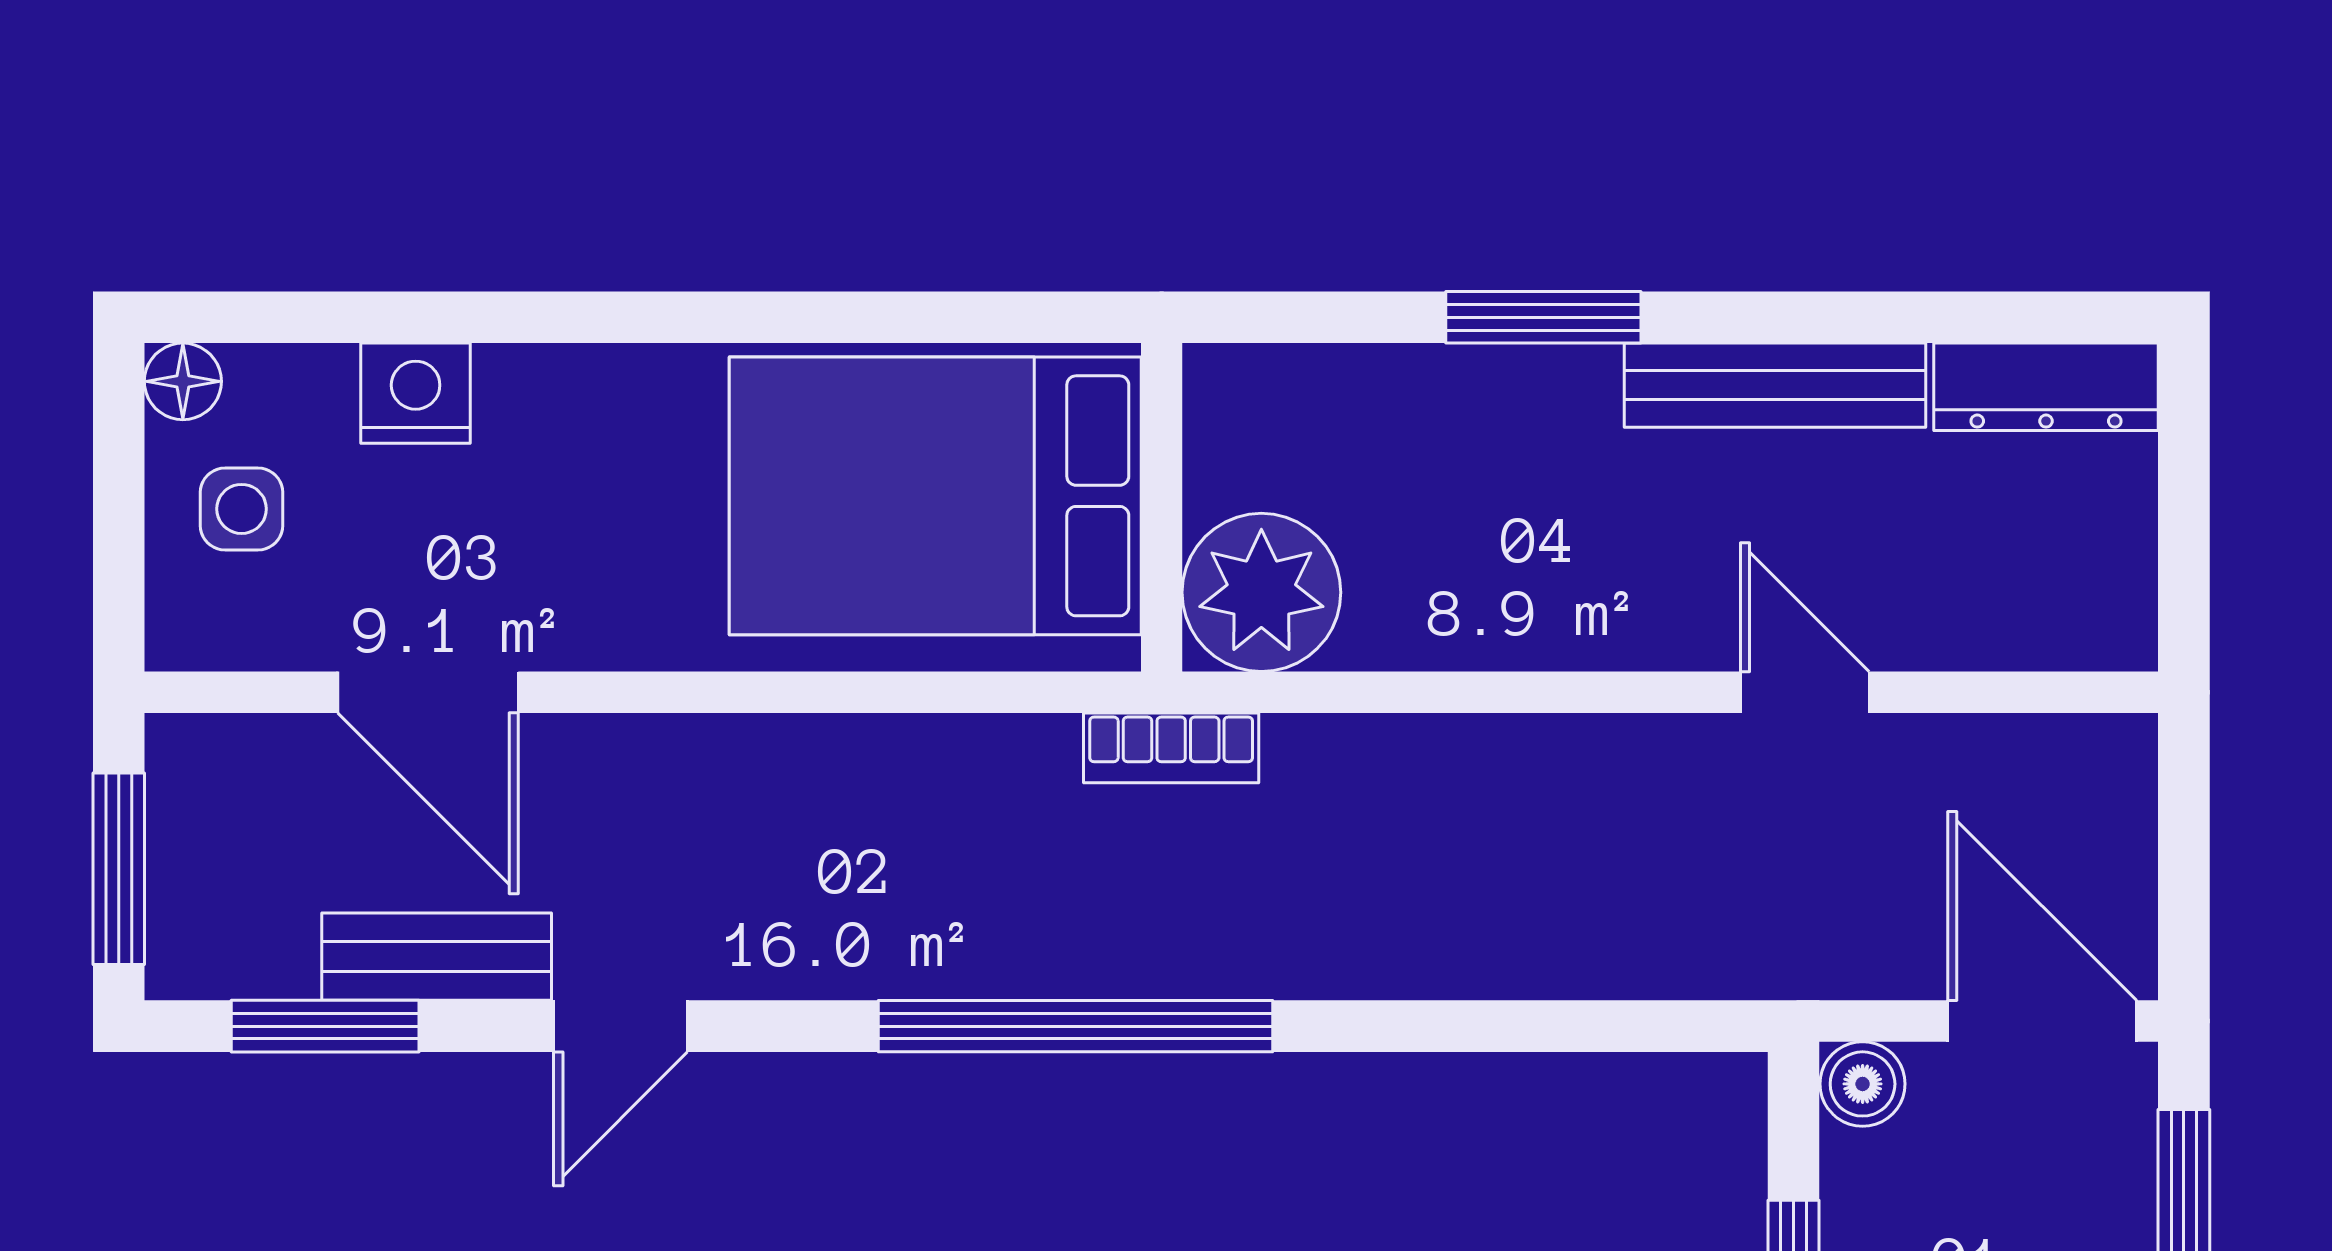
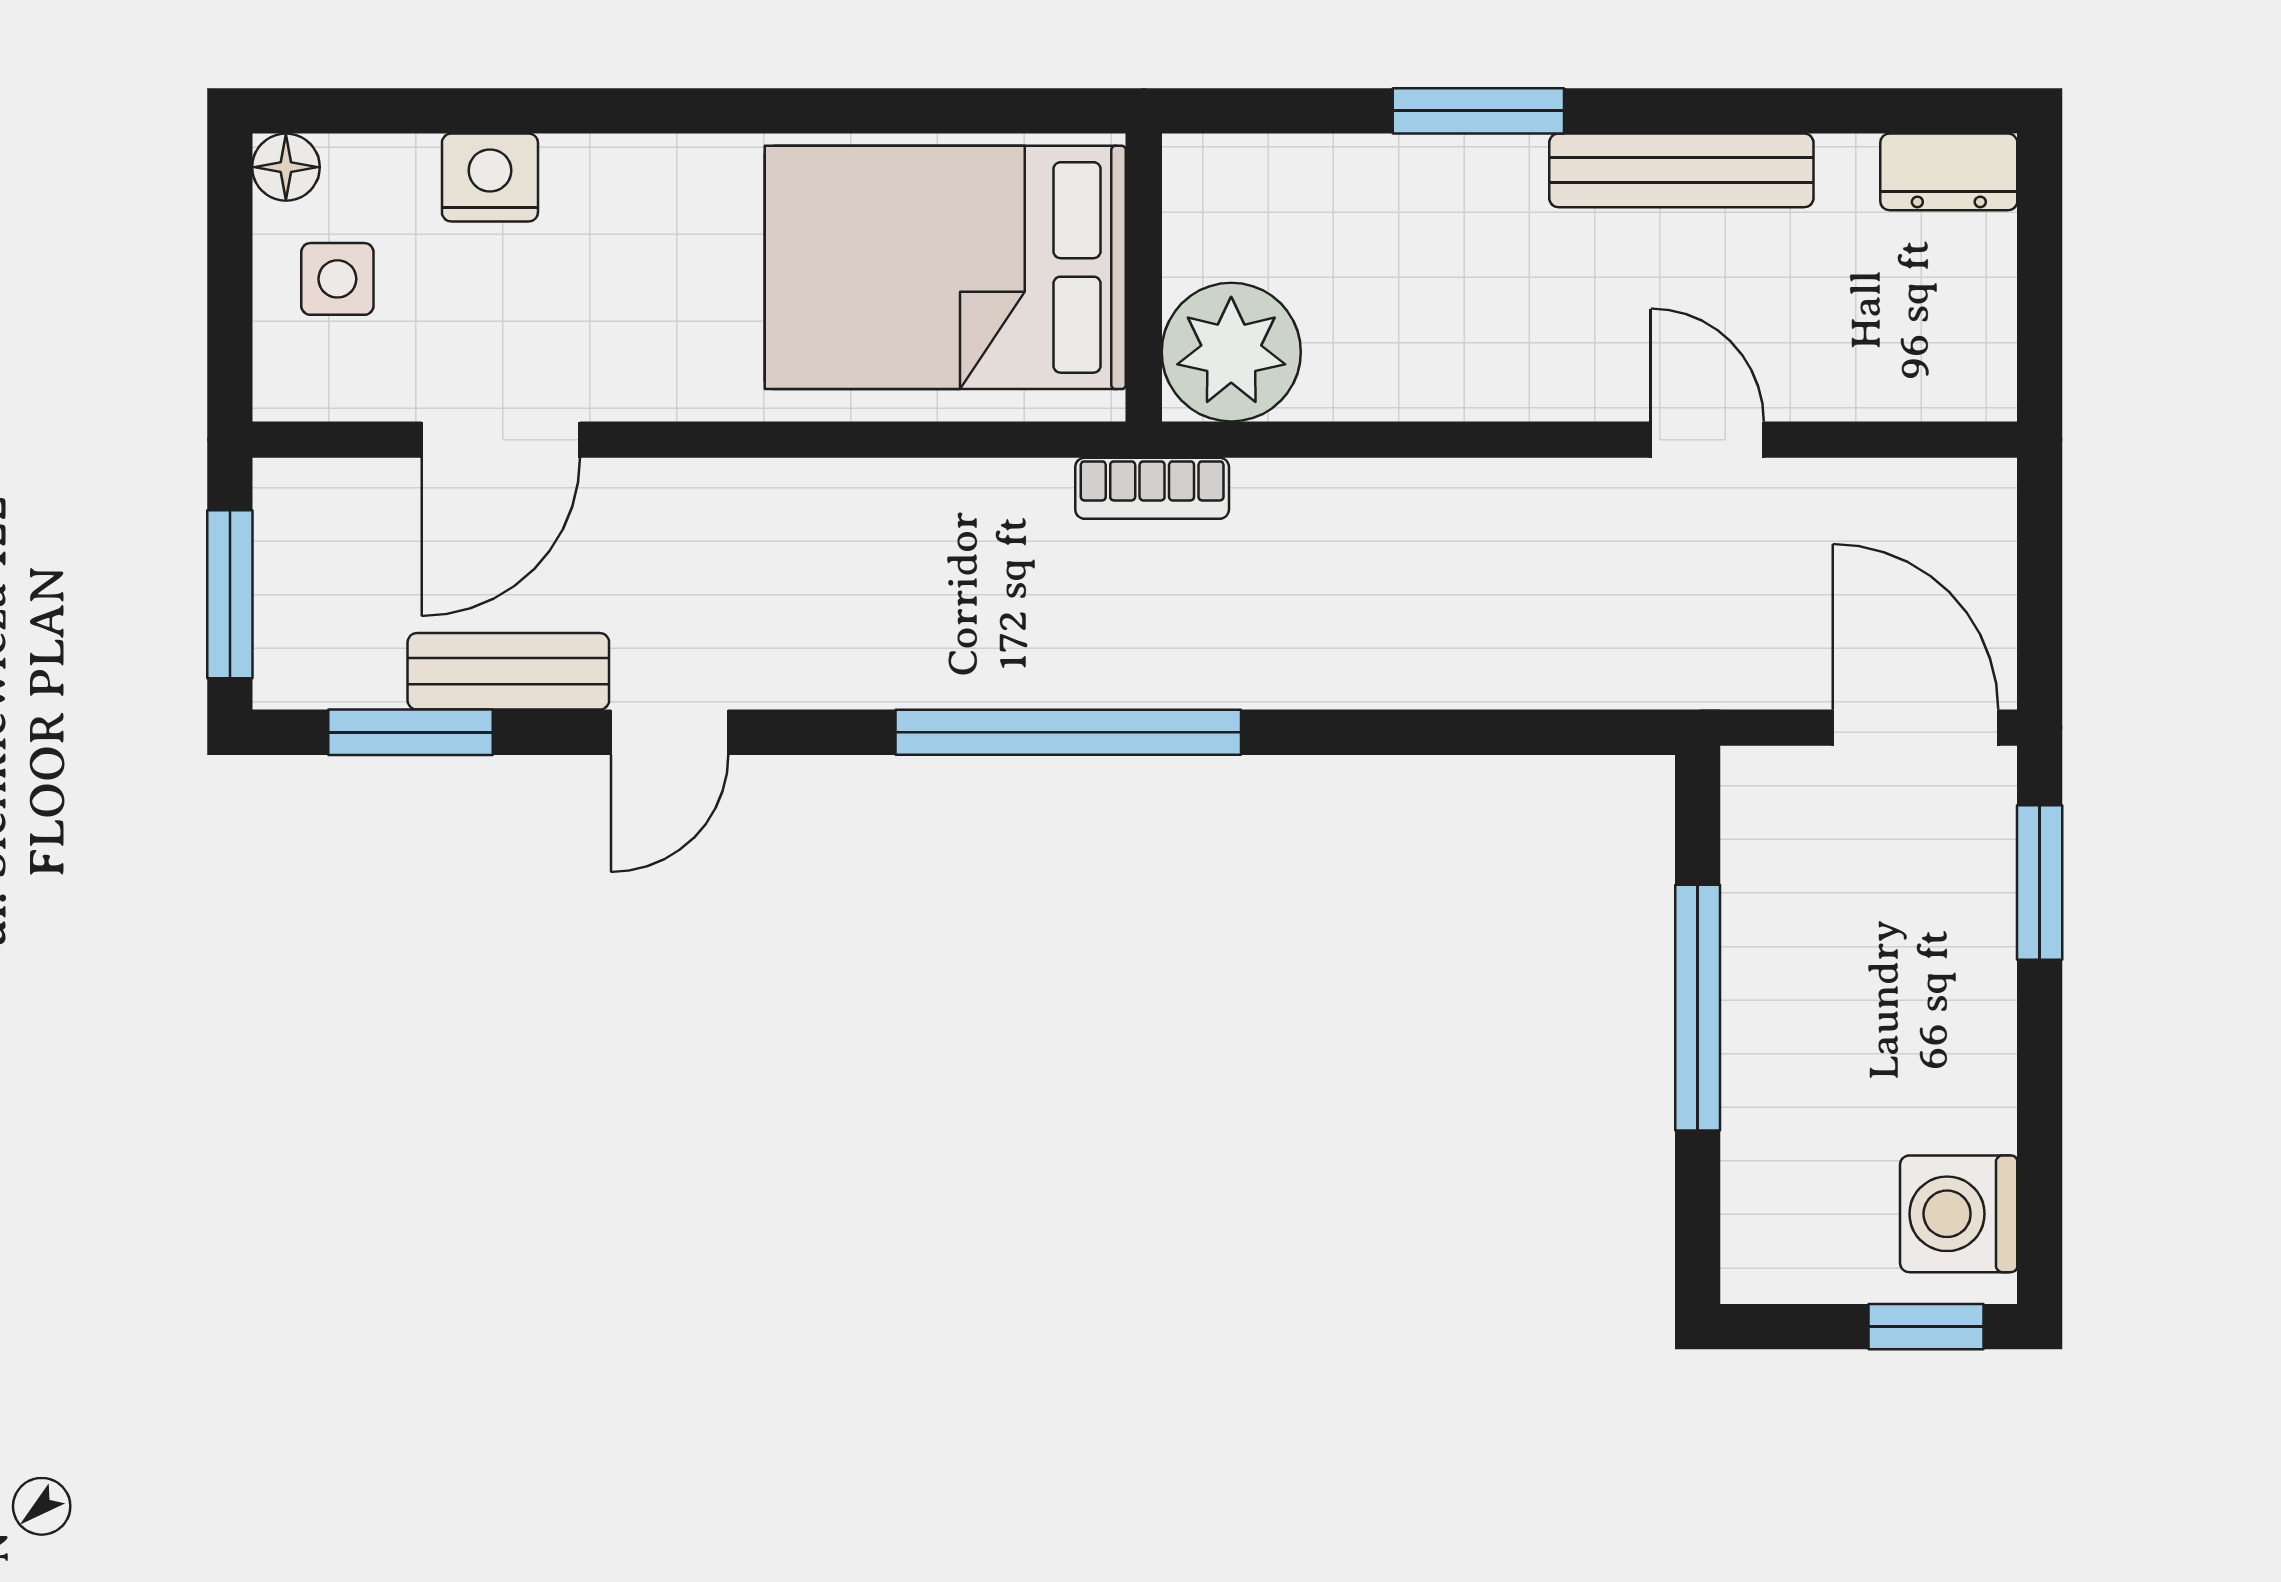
dresser: (2046, 387) -> (1949, 172), width x0.70
door: (428, 692) -> (501, 440), hinge flipped
boiler: (1863, 1084) -> (1758, 783), removed

